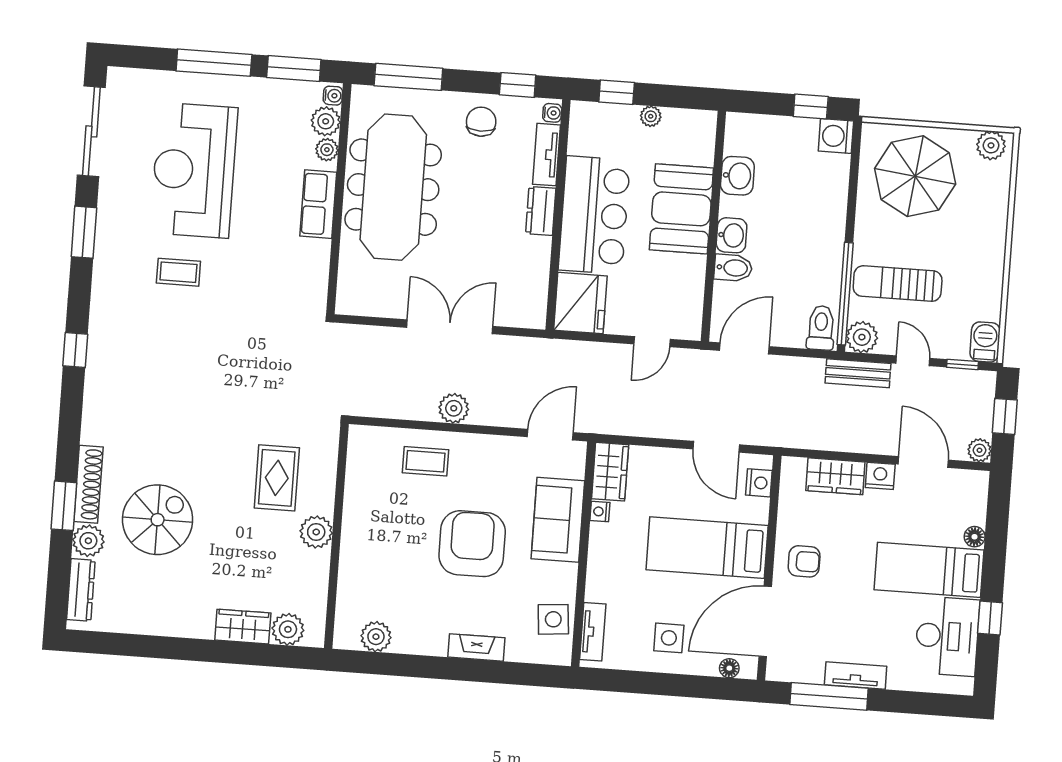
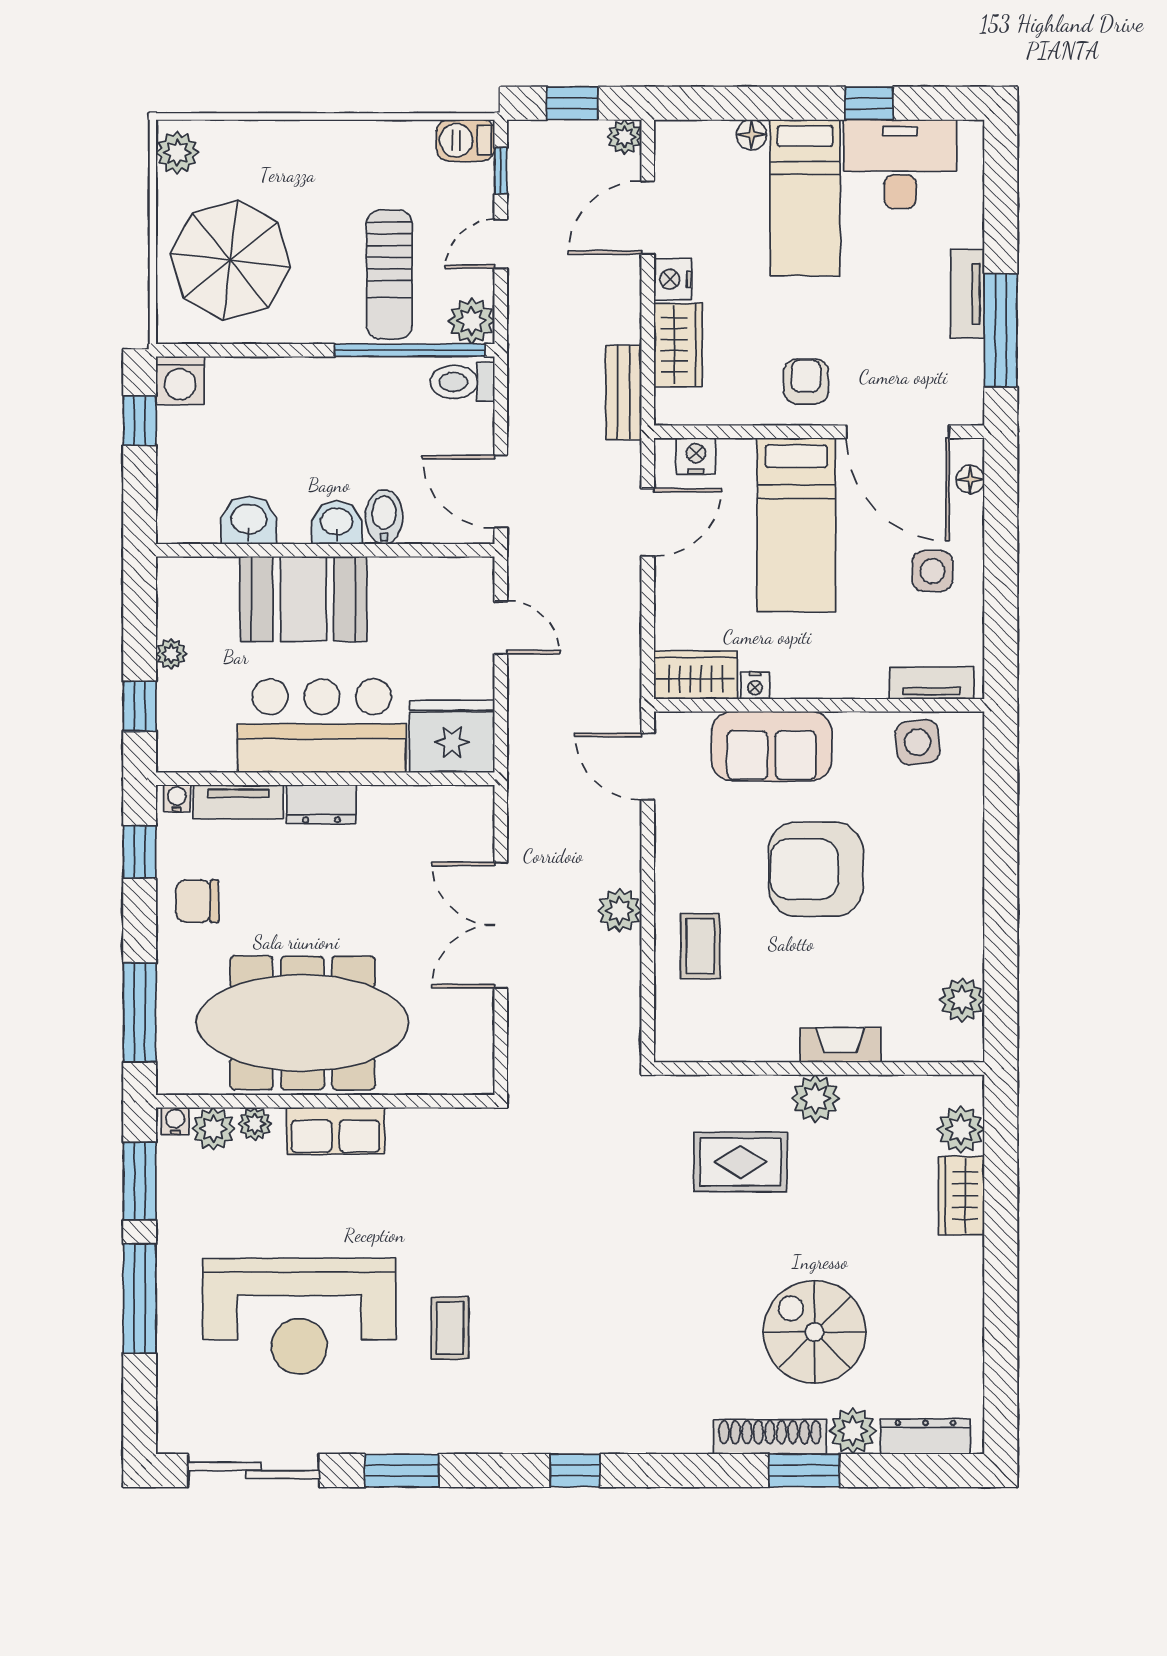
bench: (858, 373) -> (624, 392), moved
fireplace: (476, 647) -> (840, 1045), moved, turned 90

